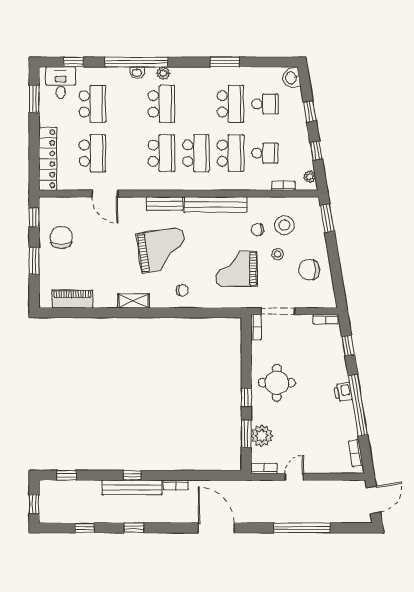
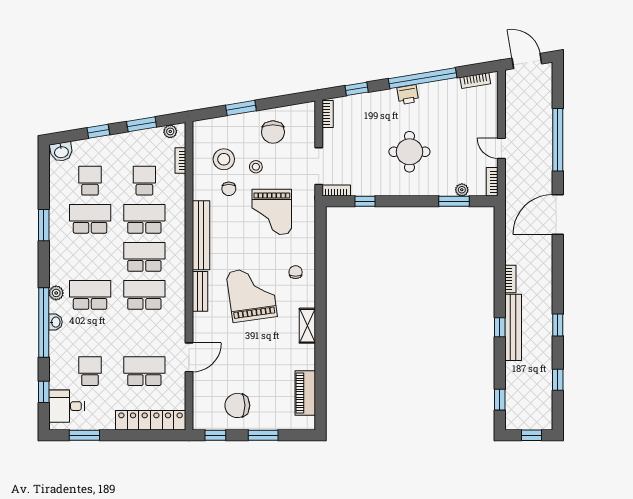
school desk: (92, 104) -> (90, 371), width x0.54
window: (316, 151) -> (142, 124), width x1.50
window: (327, 218) -> (241, 108), moved
round table: (277, 383) -> (409, 152), moved
window: (246, 397) -> (365, 201), moved
plant: (262, 436) -> (462, 190), width x0.53, depth x0.53
door: (216, 528) -> (558, 214), moved

